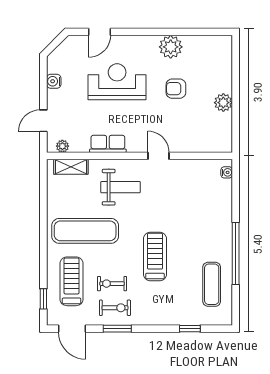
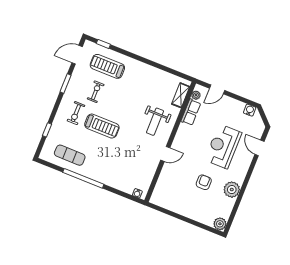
water cooler: (54, 81) -> (250, 110), moved
reception desk: (117, 82) -> (223, 146), turned 180
plant: (223, 103) -> (220, 224), moved
door: (43, 121) -> (217, 89), swing flipped
row of seats: (108, 144) -> (191, 112), moved
exercise mat: (85, 231) -> (136, 88), removed
treadmill: (72, 281) -> (107, 66), turned 180
exercise bike: (115, 308) -> (76, 113), moved

